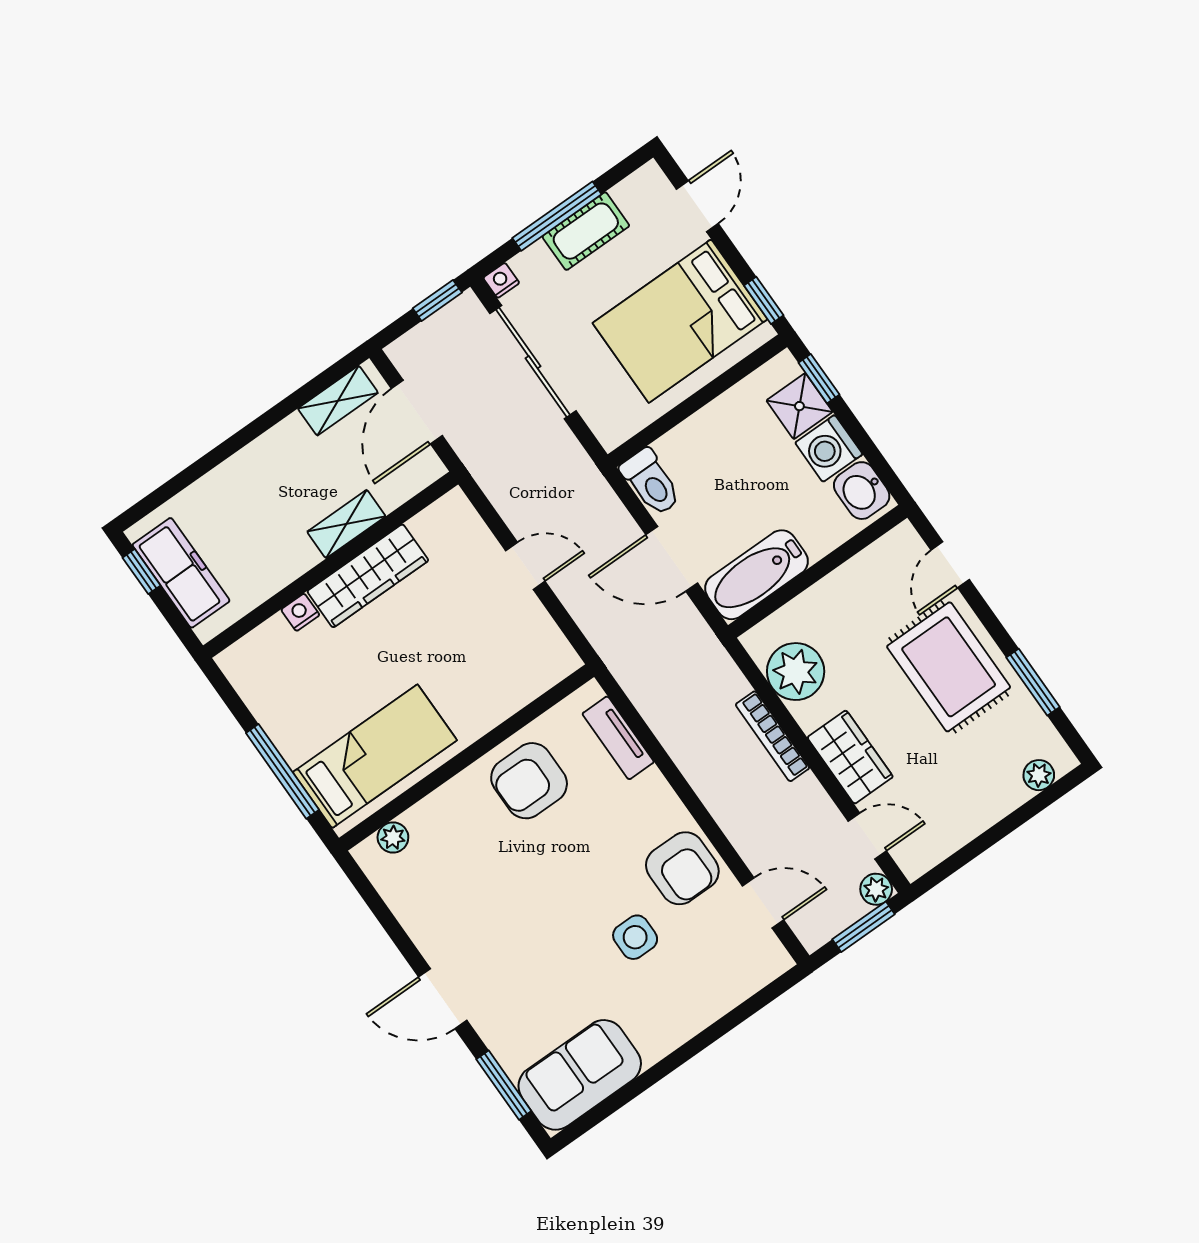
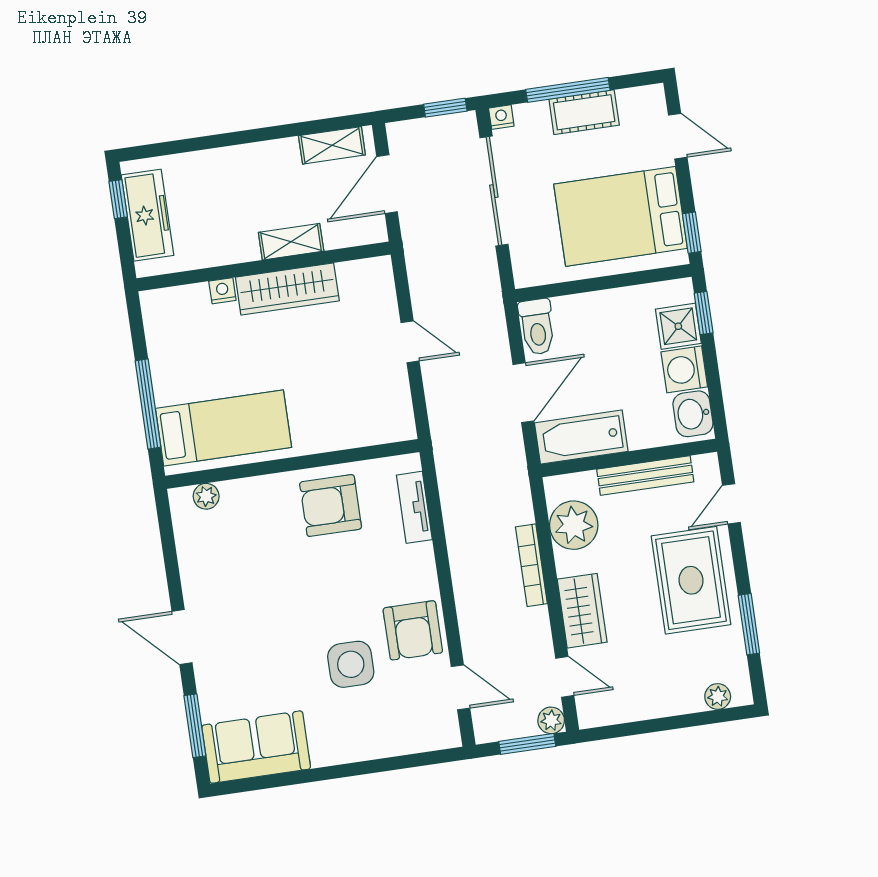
door: (697, 206) -> (678, 136), hinge flipped
door: (672, 559) -> (523, 393), swing flipped
bench: (844, 581) -> (645, 475), added
side table: (635, 937) -> (351, 664), width x1.37, depth x1.37

